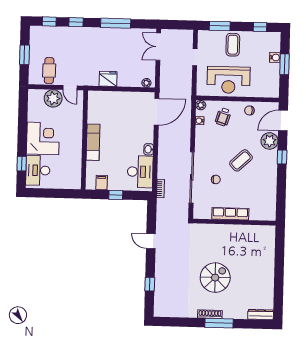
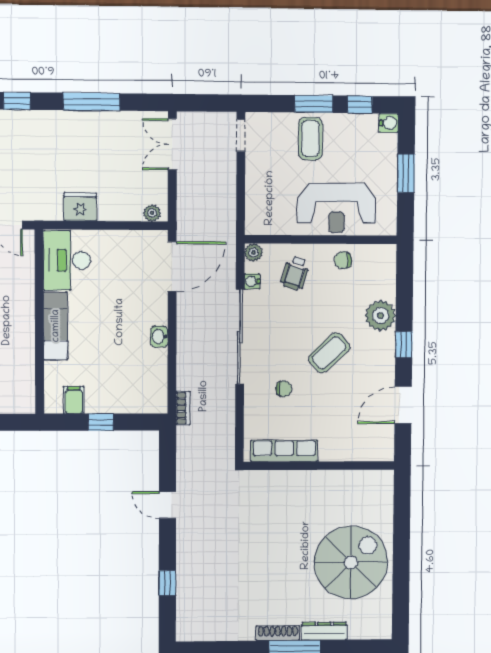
window: (220, 26) -> (314, 104), moved
doorway: (195, 57) -> (241, 135), moved
water cooler: (275, 57) -> (389, 123), moved
reception desk: (229, 80) -> (337, 208), moved
door: (283, 121) -> (403, 405), moved
desk: (140, 172) -> (67, 260), moved, turned 180
sliding door: (192, 177) -> (240, 337), moved
row of seats: (230, 214) -> (284, 451), moved
spiral stairs: (215, 278) -> (351, 562), moved, width x1.37, depth x1.37
dresser: (261, 315) -> (324, 631), moved

